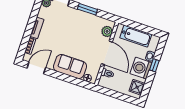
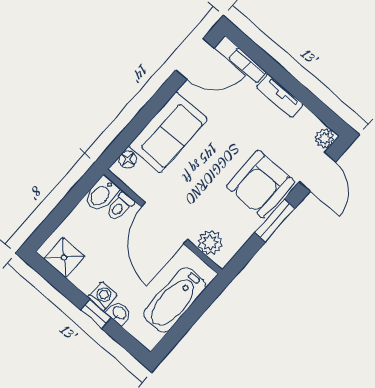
armchair: (75, 21) -> (261, 184), added
door: (107, 53) -> (164, 223), hinge flipped
door: (36, 68) -> (195, 59), hinge flipped
washing machine: (141, 68) -> (103, 296), width x0.53, depth x0.53
bidet: (106, 83) -> (101, 194), added

